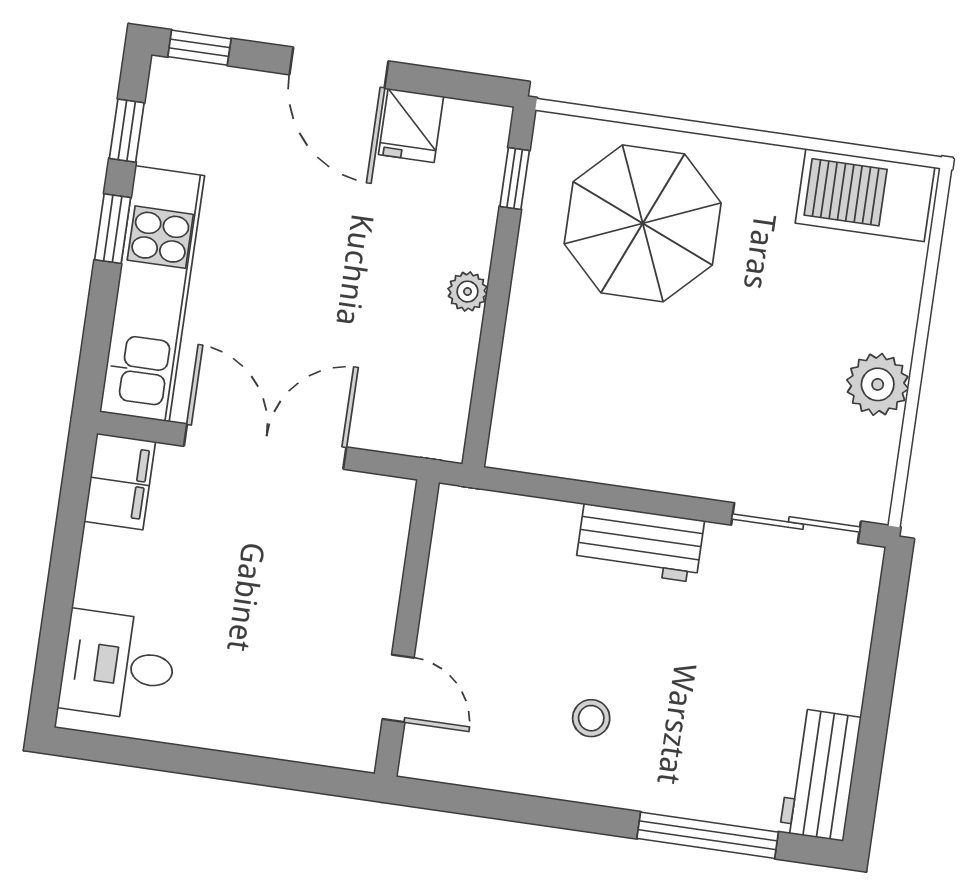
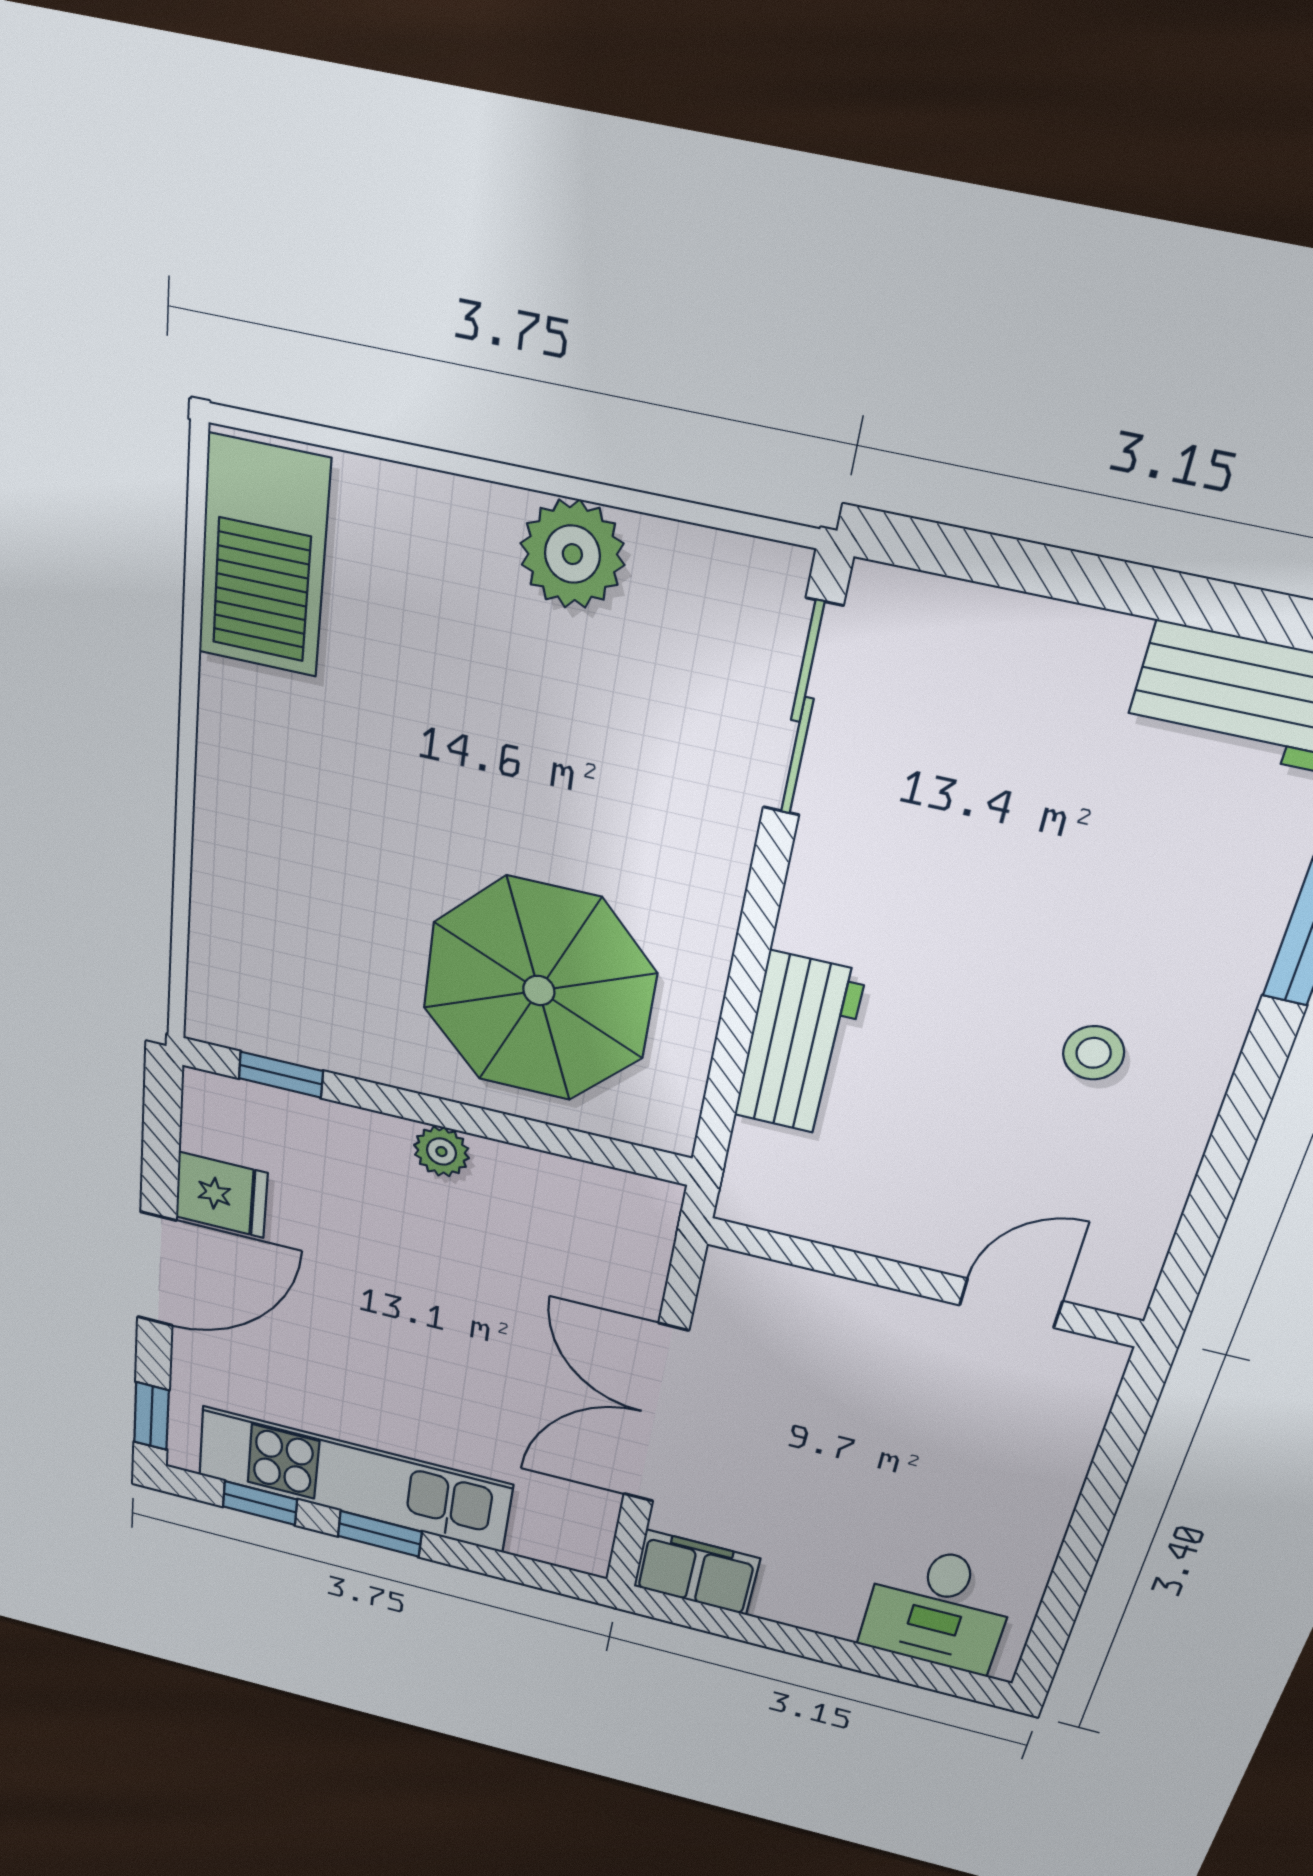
parasol: (643, 223) -> (539, 990), moved
kitchen unit: (152, 294) -> (354, 1479), moved
workbench: (640, 543) -> (799, 1045), moved

